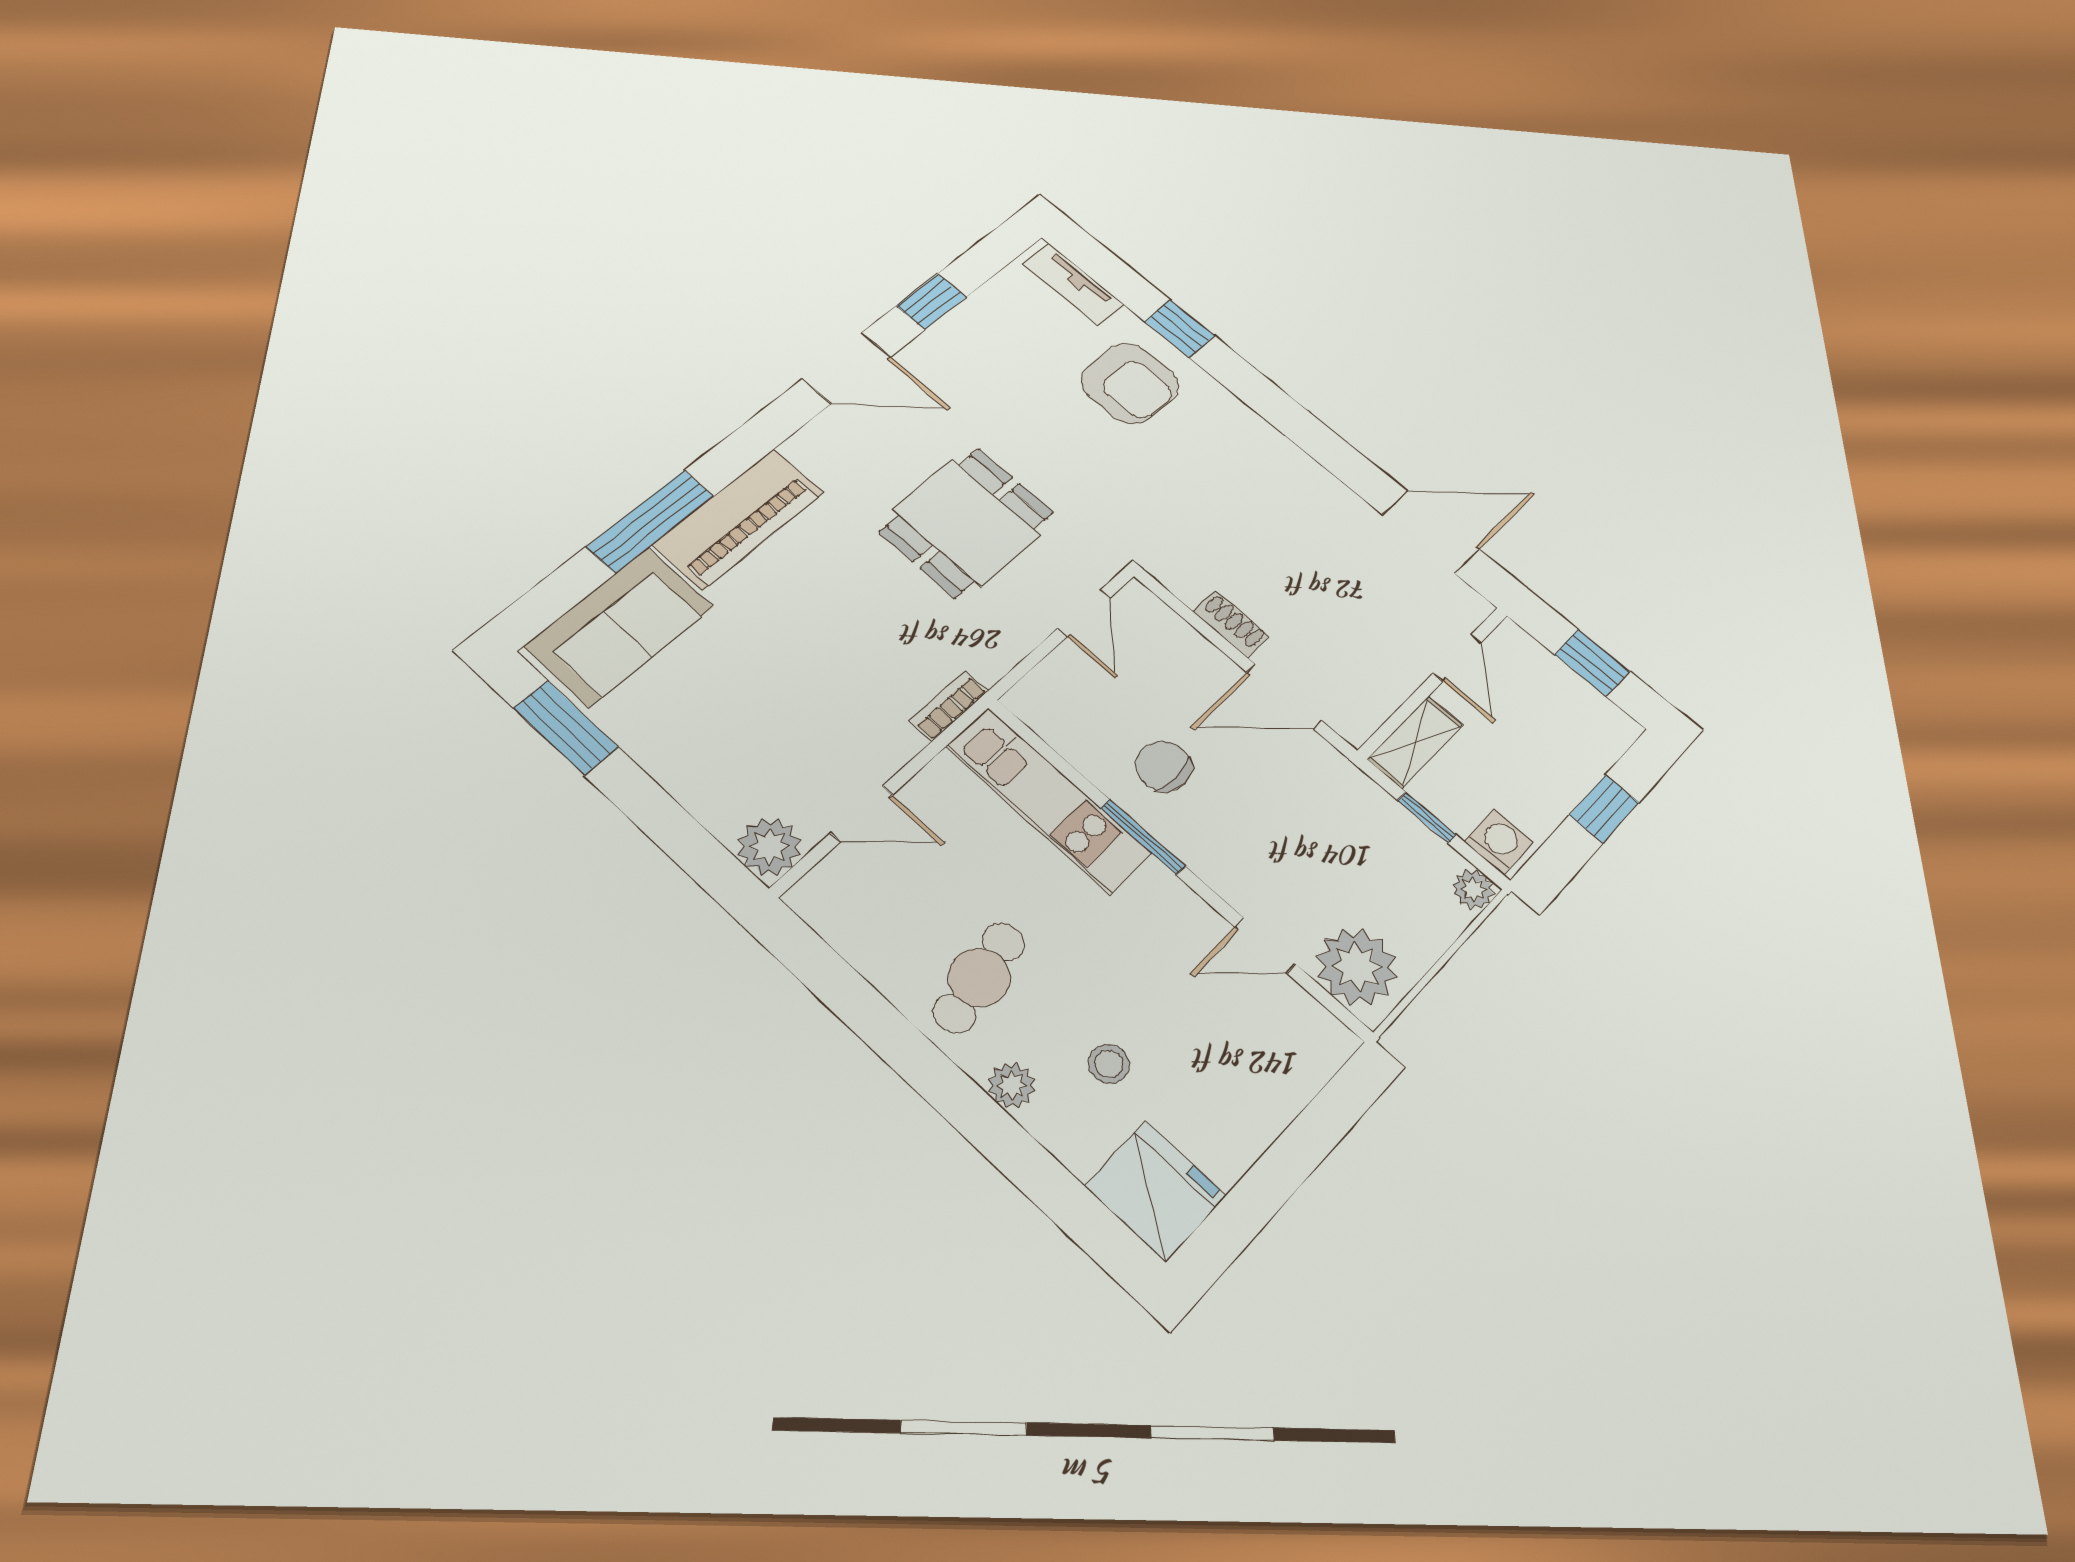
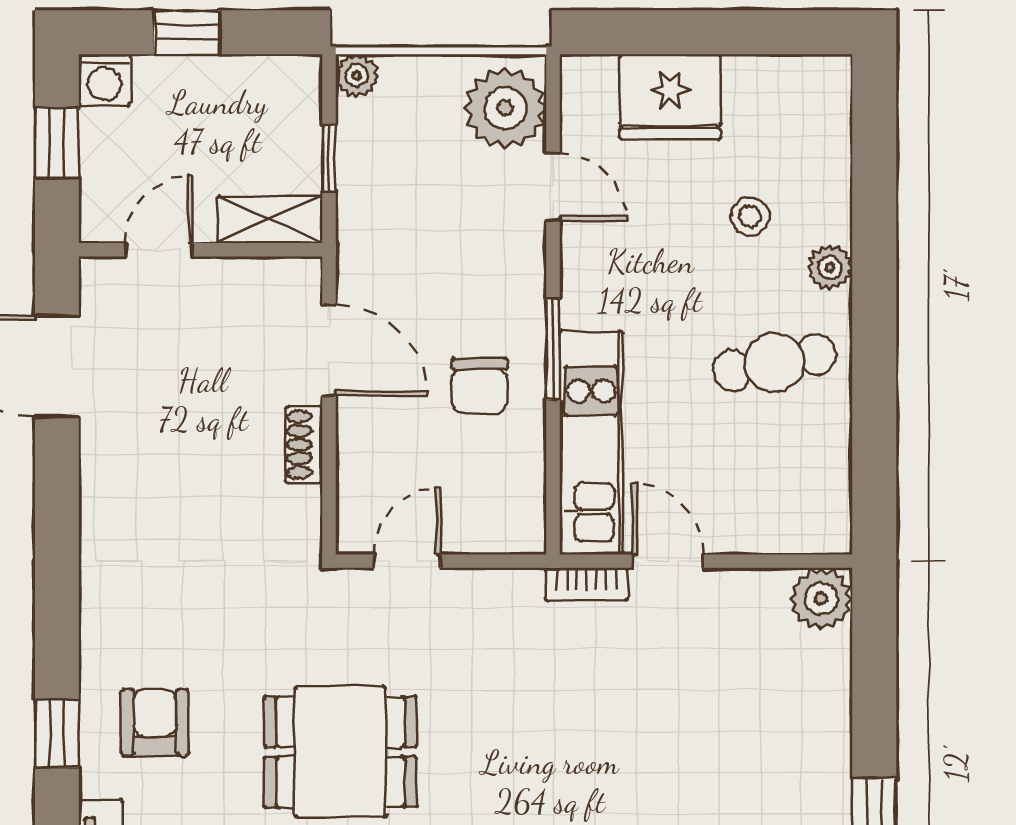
armchair: (1130, 383) -> (155, 722), width x0.72, depth x0.72
dining table: (967, 522) -> (340, 752), moved
door: (862, 814) -> (668, 561), moved
washing machine: (1499, 842) -> (105, 80), moved, turned -90
fridge: (1155, 1191) -> (670, 97), moved, turned -90

